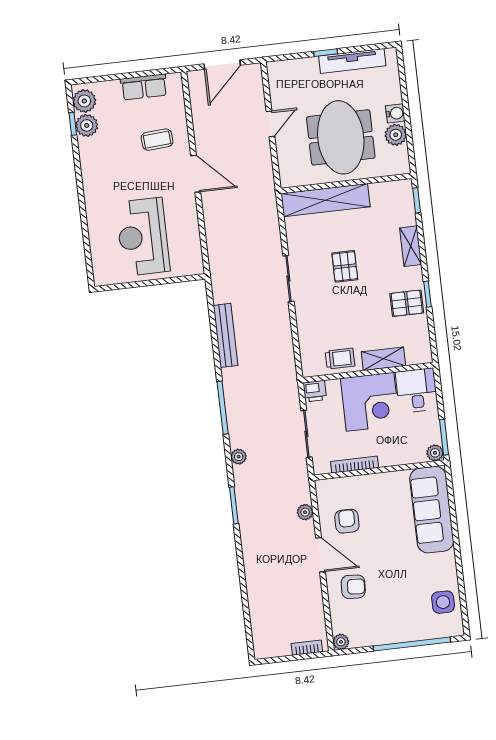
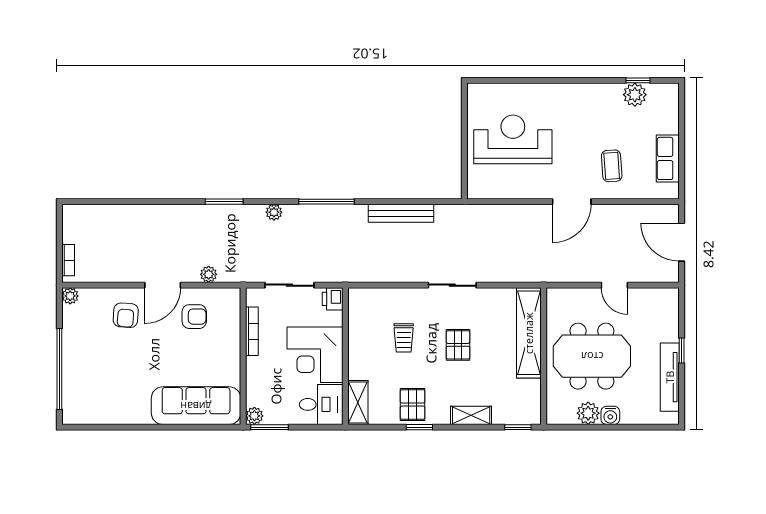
plant: (84, 101) -> (660, 95), removed
pallet: (345, 266) -> (458, 345), turned 90
trolley: (340, 359) -> (404, 338), moved
shelving: (383, 359) -> (358, 402), moved
side table: (443, 602) -> (99, 406), removed

